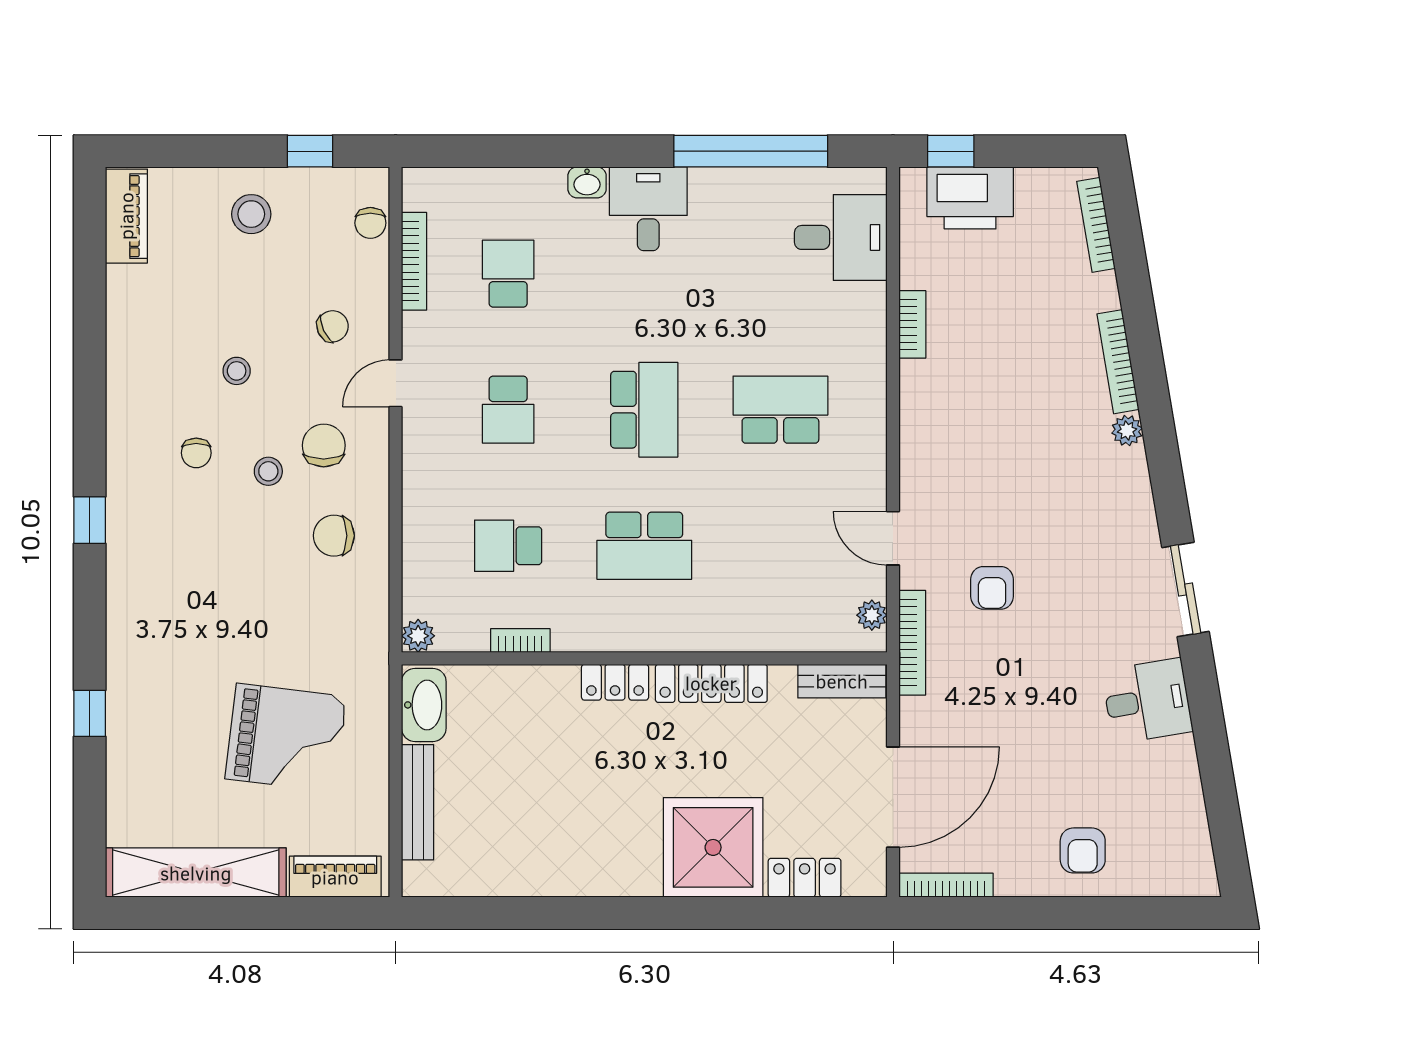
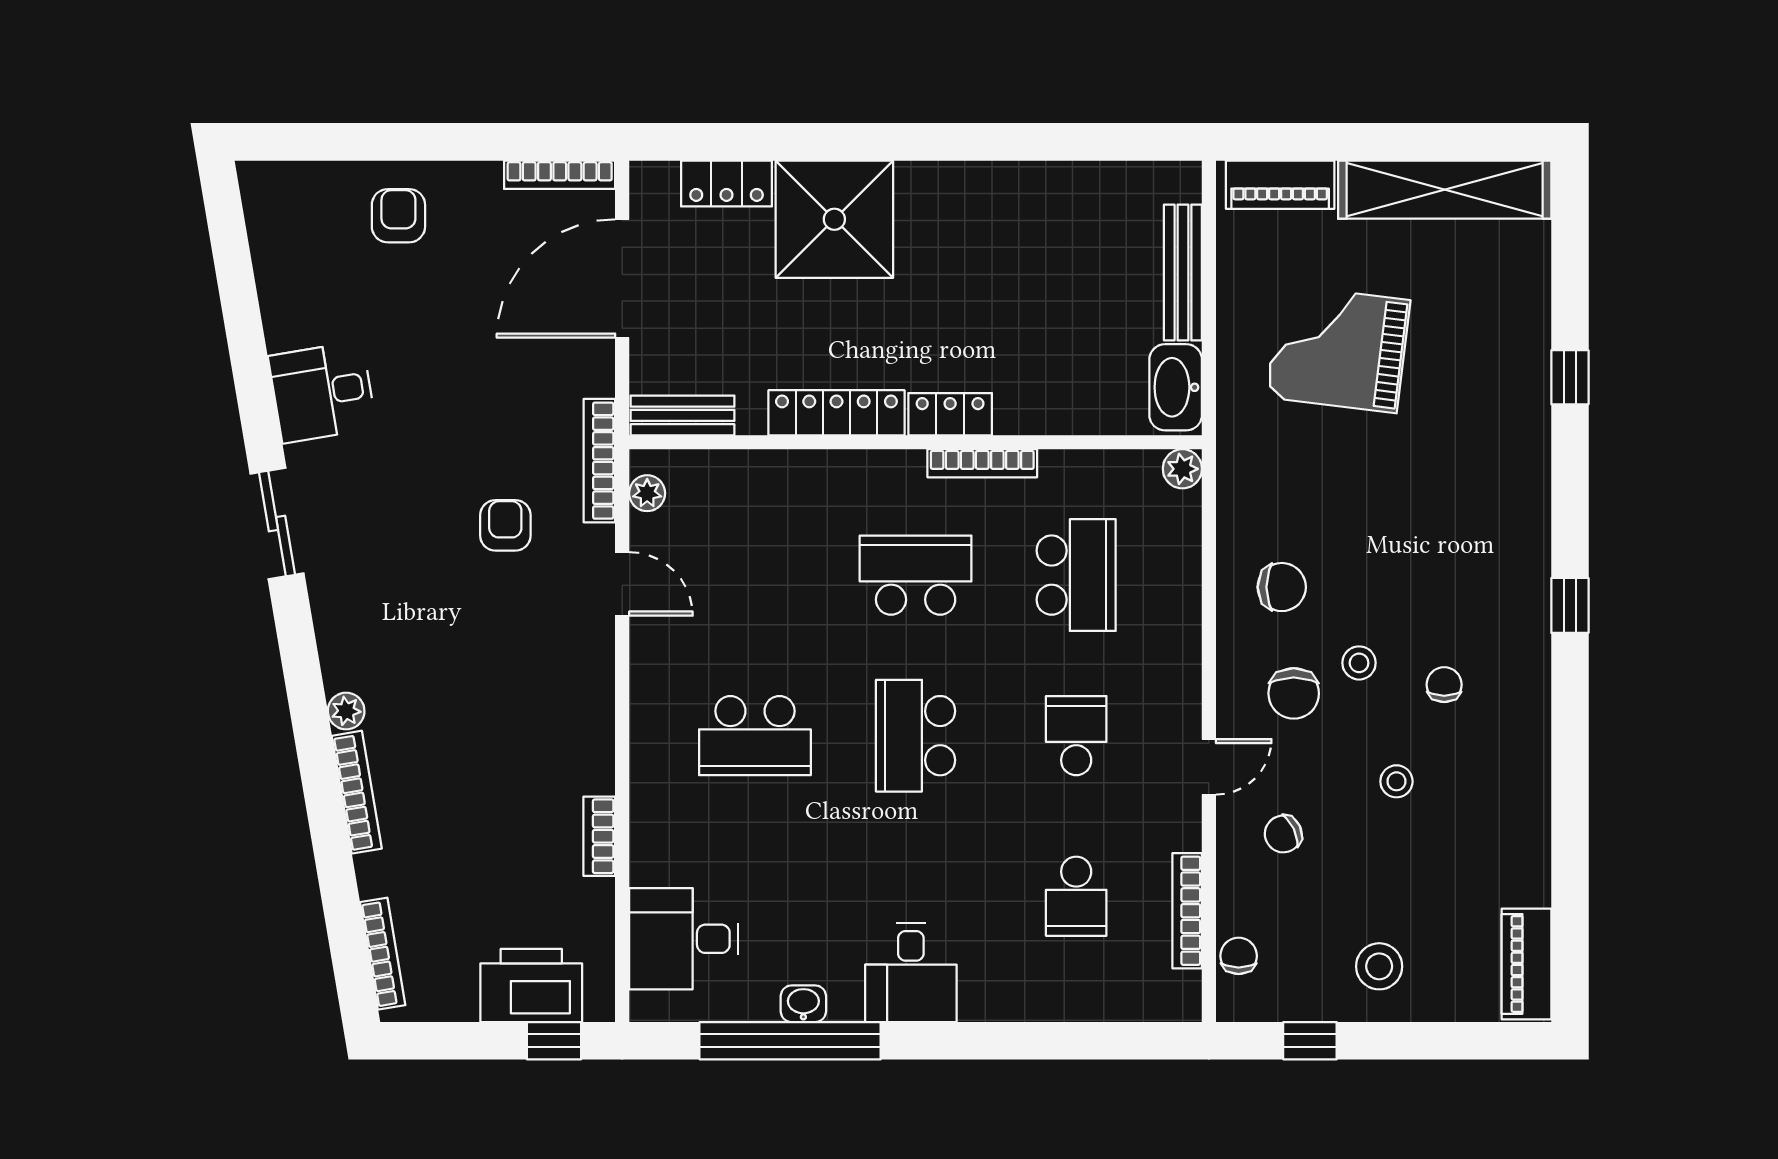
washbasin: (587, 182) -> (803, 1004), moved
school desk: (508, 546) -> (1076, 575), width x1.85
bookcase: (520, 641) -> (982, 463), moved, width x1.56

